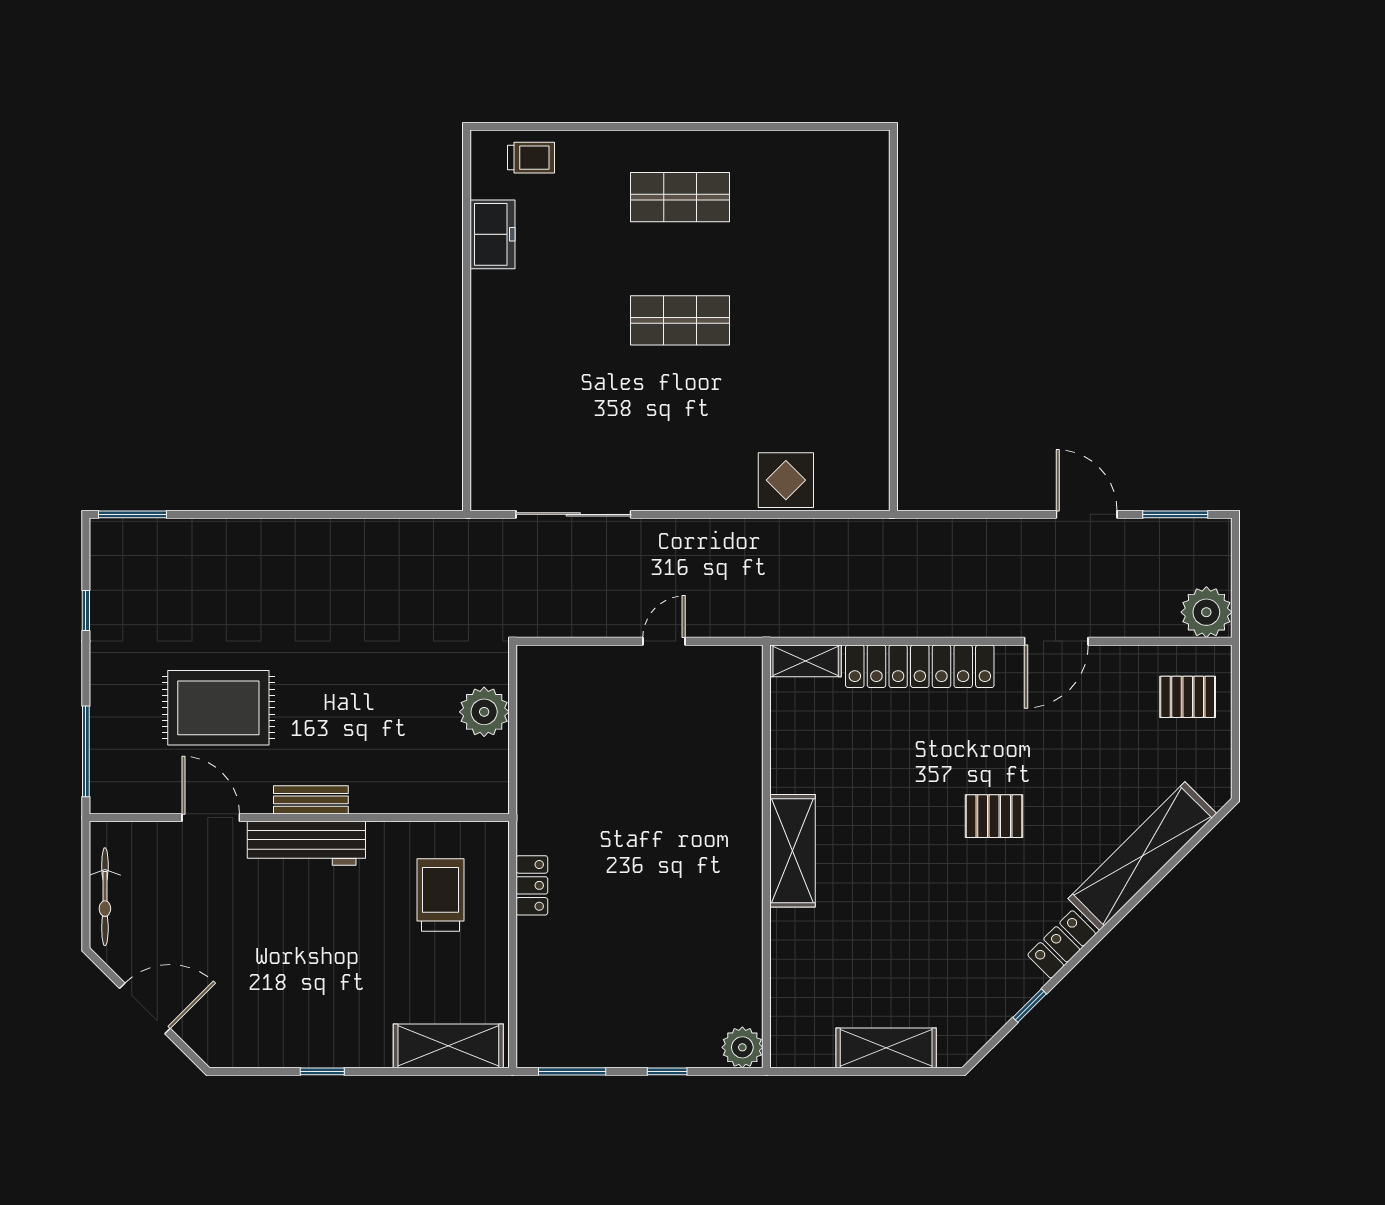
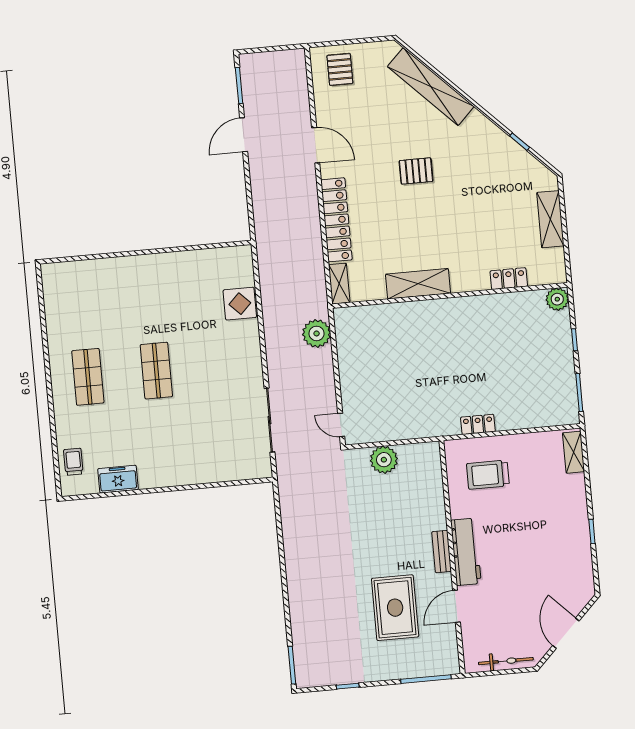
plant: (1206, 612) -> (317, 333), moved
door: (664, 641) -> (341, 425), moved
pallet: (994, 816) -> (416, 171), turned 90
shelving: (792, 851) -> (418, 284), moved
locker: (1062, 944) -> (509, 279), moved, turned 135
shelving: (448, 1046) -> (574, 452), width x0.67, depth x0.75

